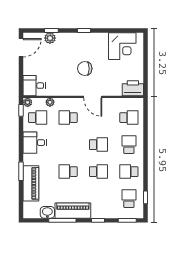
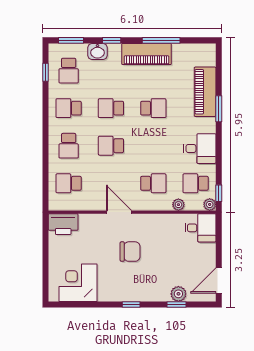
school desk: (129, 172) -> (69, 108), turned 180
washbasin: (47, 212) -> (97, 52), moved

